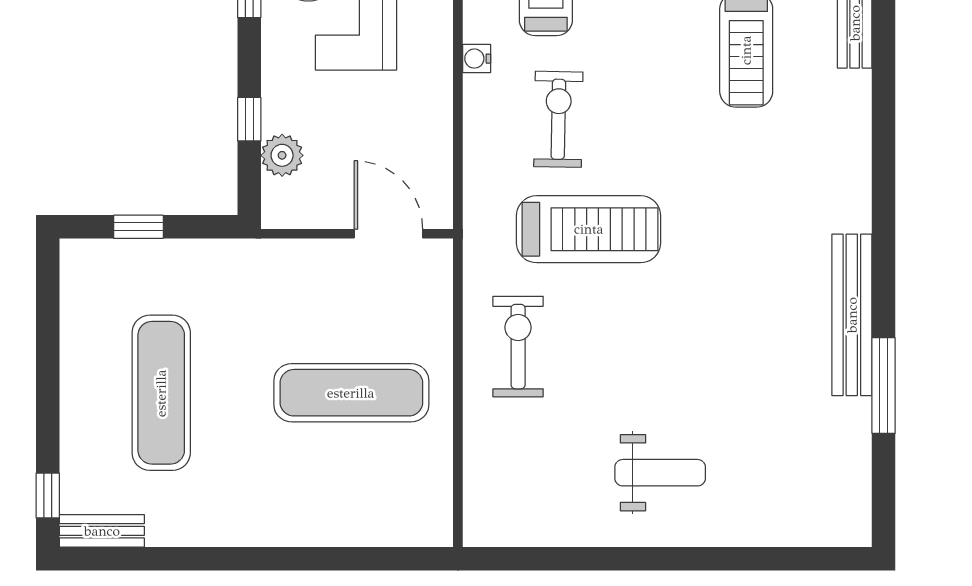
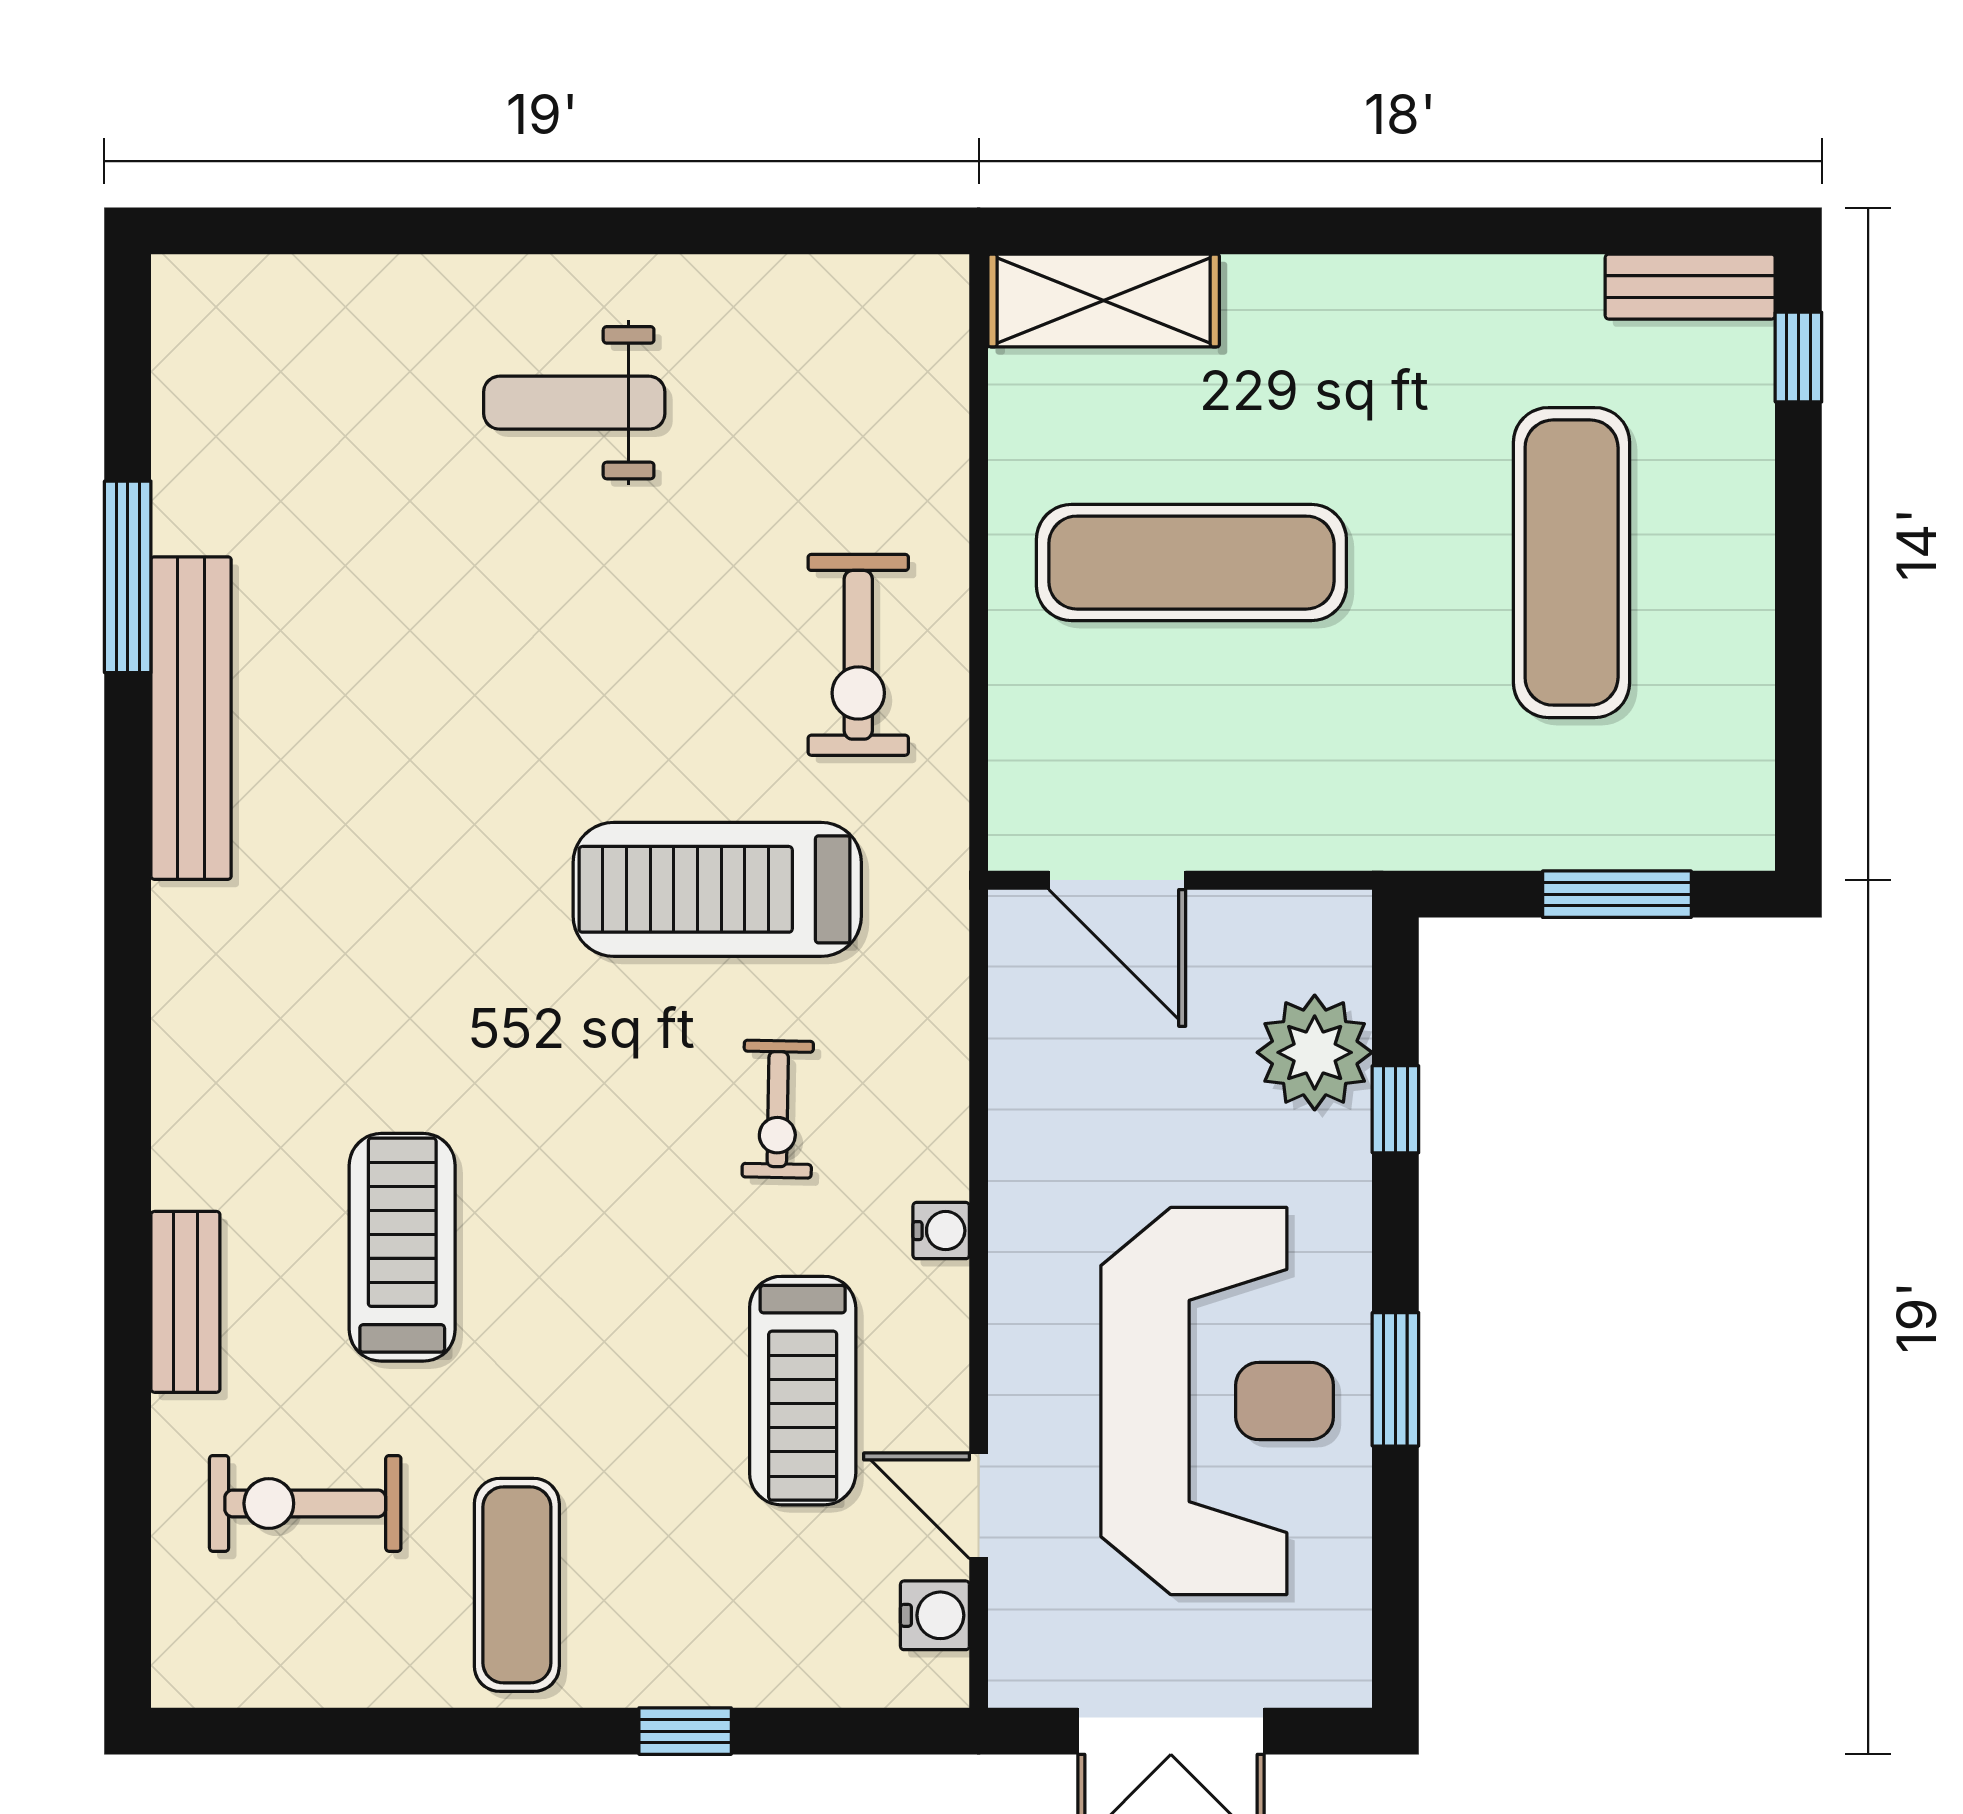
exercise bike: (558, 119) -> (778, 1109), width x0.73, depth x0.72
plant: (282, 155) -> (1315, 1052), width x1.36, depth x1.36
window: (138, 227) -> (1617, 894), width x1.50
shelving: (395, 524) -> (1104, 300), added

